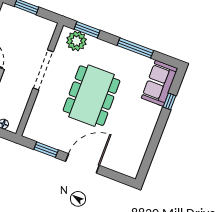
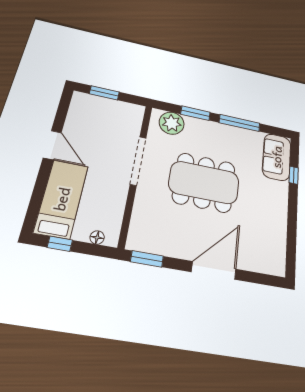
window: (87, 30) -> (195, 113), moved
dining table: (92, 96) -> (204, 182), turned 90
window: (46, 150) -> (147, 259), moved

